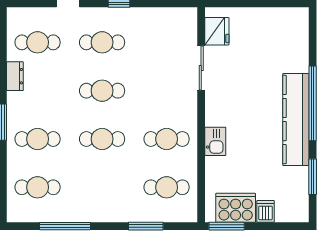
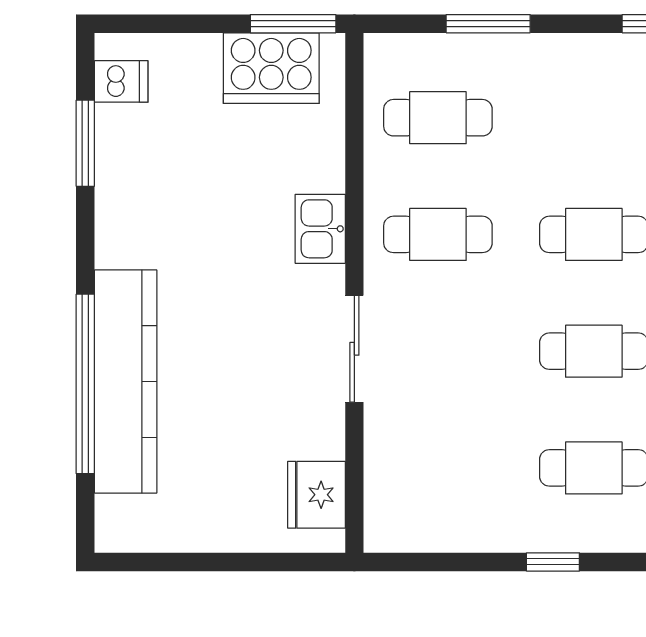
sliding door: (201, 68) -> (354, 349), moved
window: (313, 103) -> (85, 384), moved
kitchen counter: (296, 120) -> (126, 381), moved
dishwasher: (266, 211) -> (121, 81), moved, turned -90

